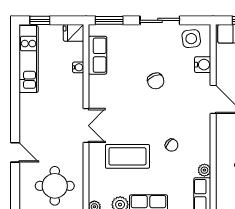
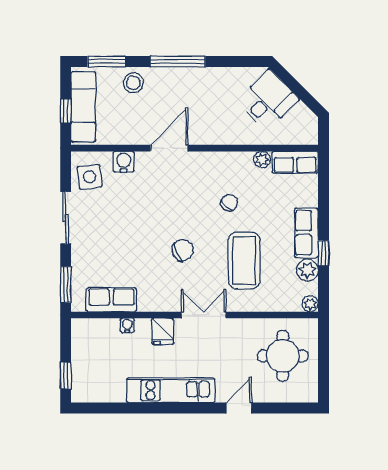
fridge: (73, 33) -> (163, 331), moved
kitchen unit: (29, 59) -> (171, 390), moved
chair: (156, 81) -> (183, 250), moved

